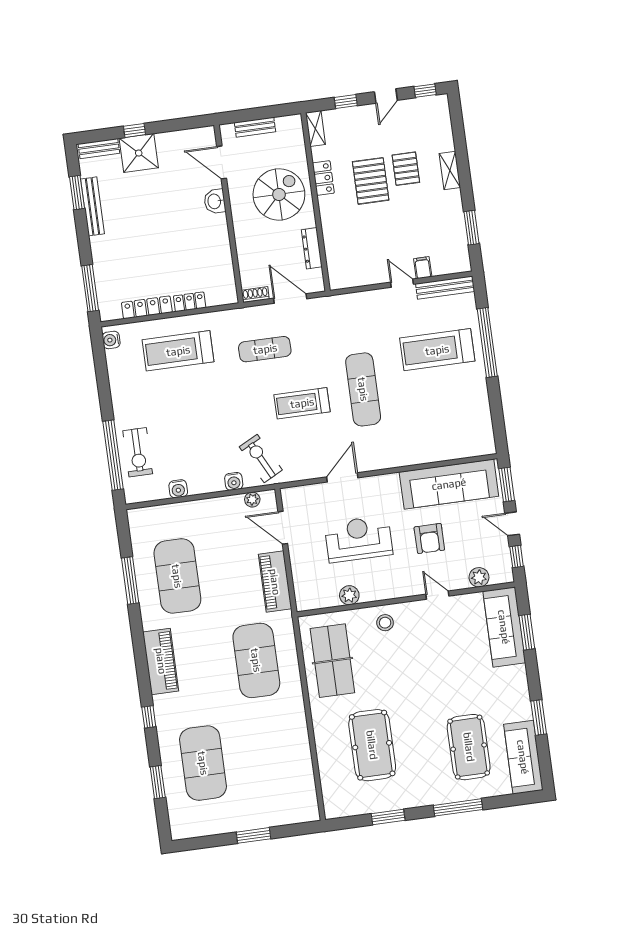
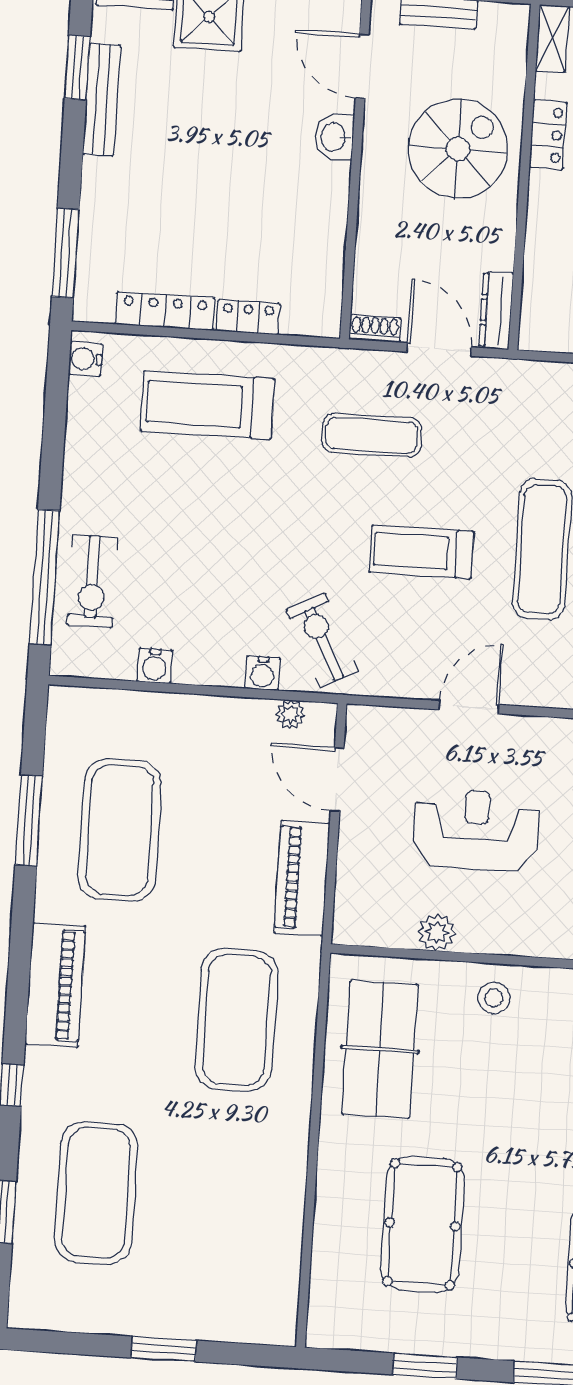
dresser: (312, 248) -> (496, 310), moved

